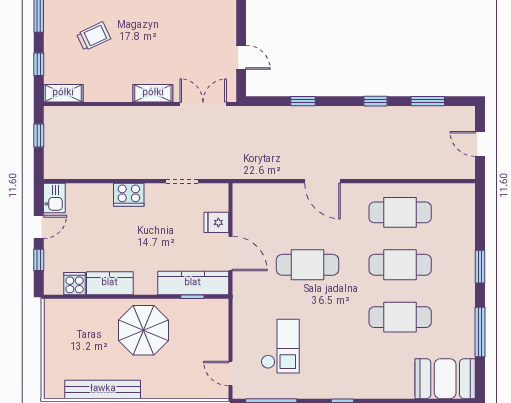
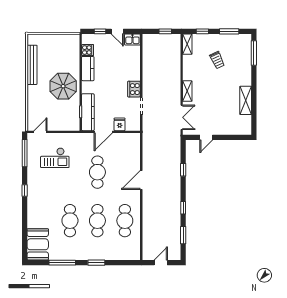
cooker: (129, 195) -> (134, 89), moved

